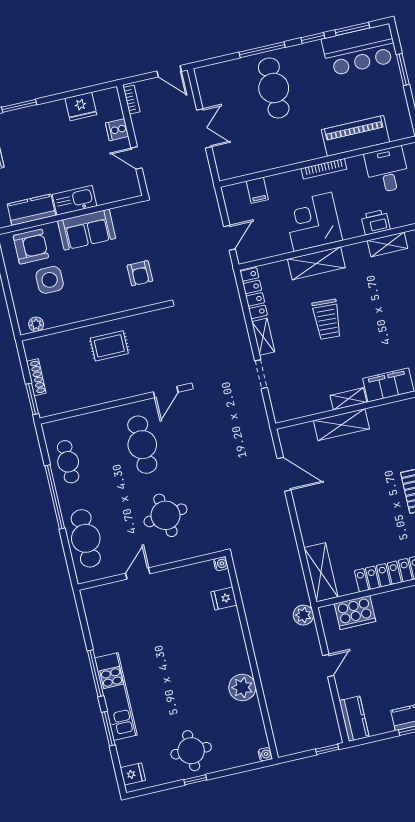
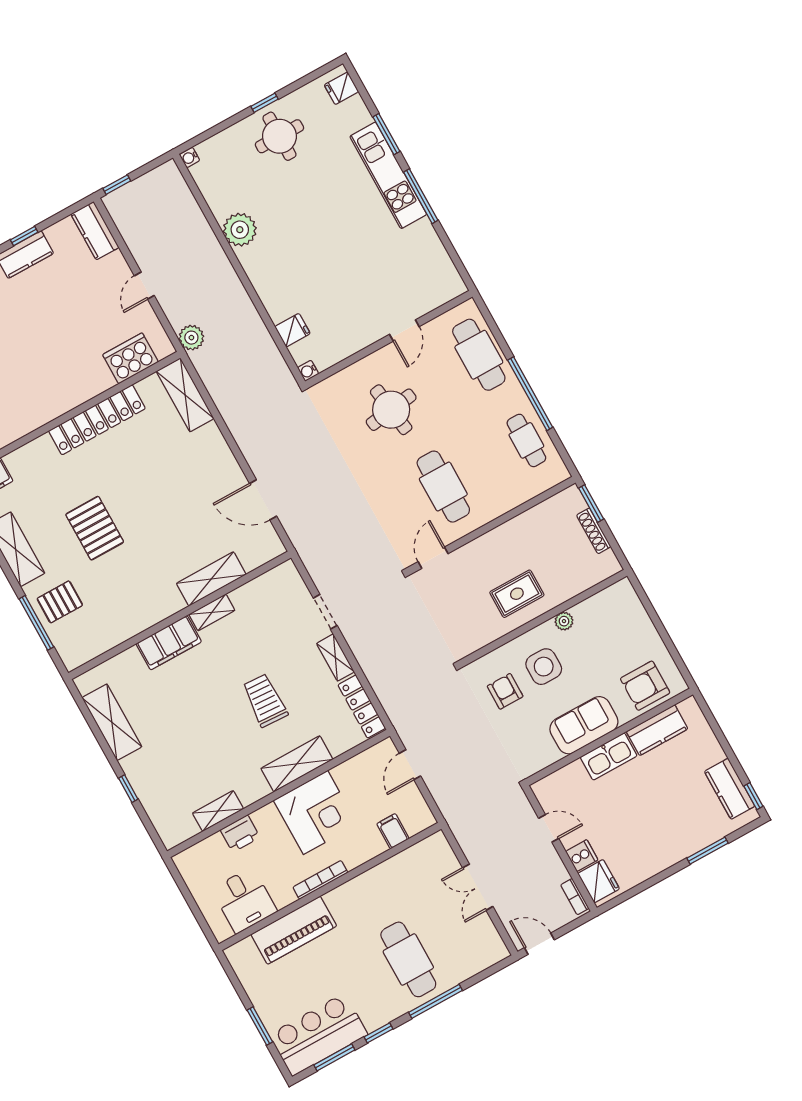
fridge: (81, 106) -> (599, 881), moved, turned 90
side table: (50, 280) -> (544, 667), moved
plant: (36, 324) -> (564, 621), moved

